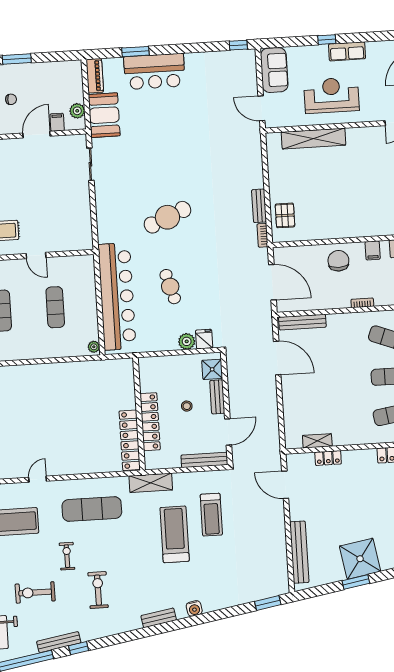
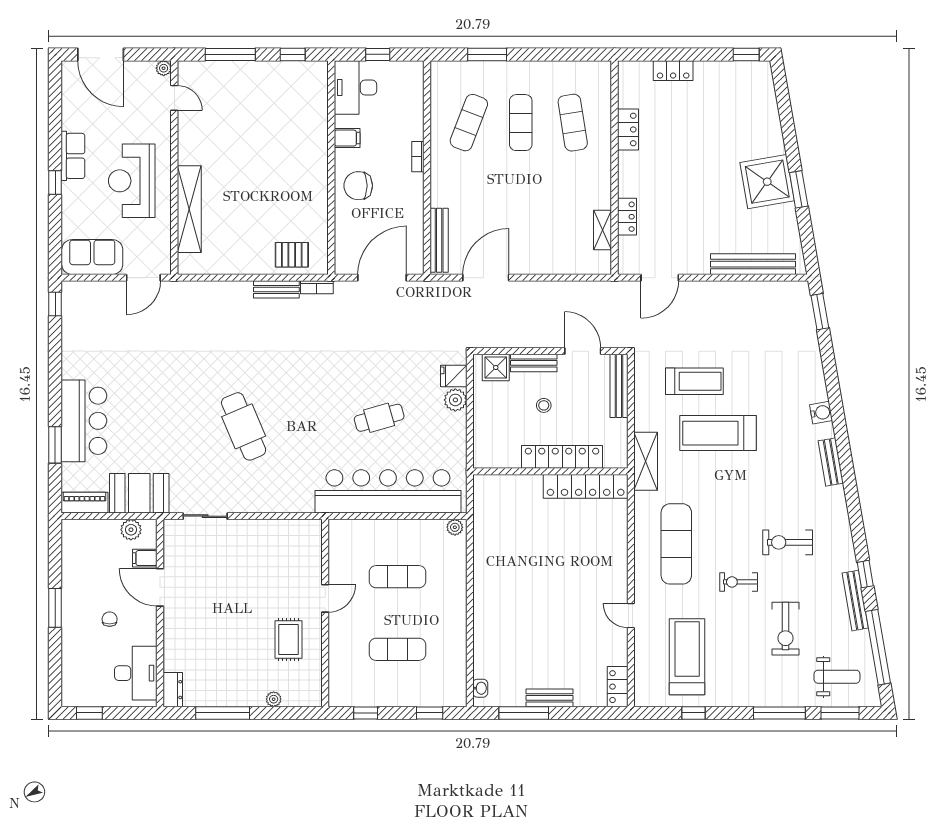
cafe table: (167, 217) -> (244, 426), moved

